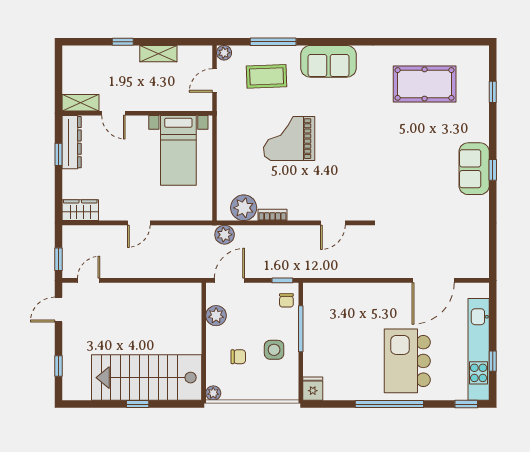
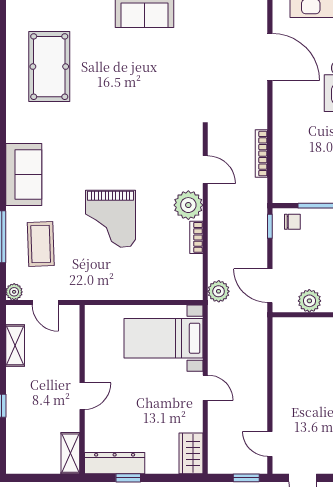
shelving: (158, 54) -> (15, 346), moved
door: (113, 113) -> (82, 396), moved
bed with nightstands: (178, 150) -> (164, 338), moved, turned 180
plant: (244, 208) -> (188, 205), moved
bookcase: (347, 273) -> (261, 154), added

